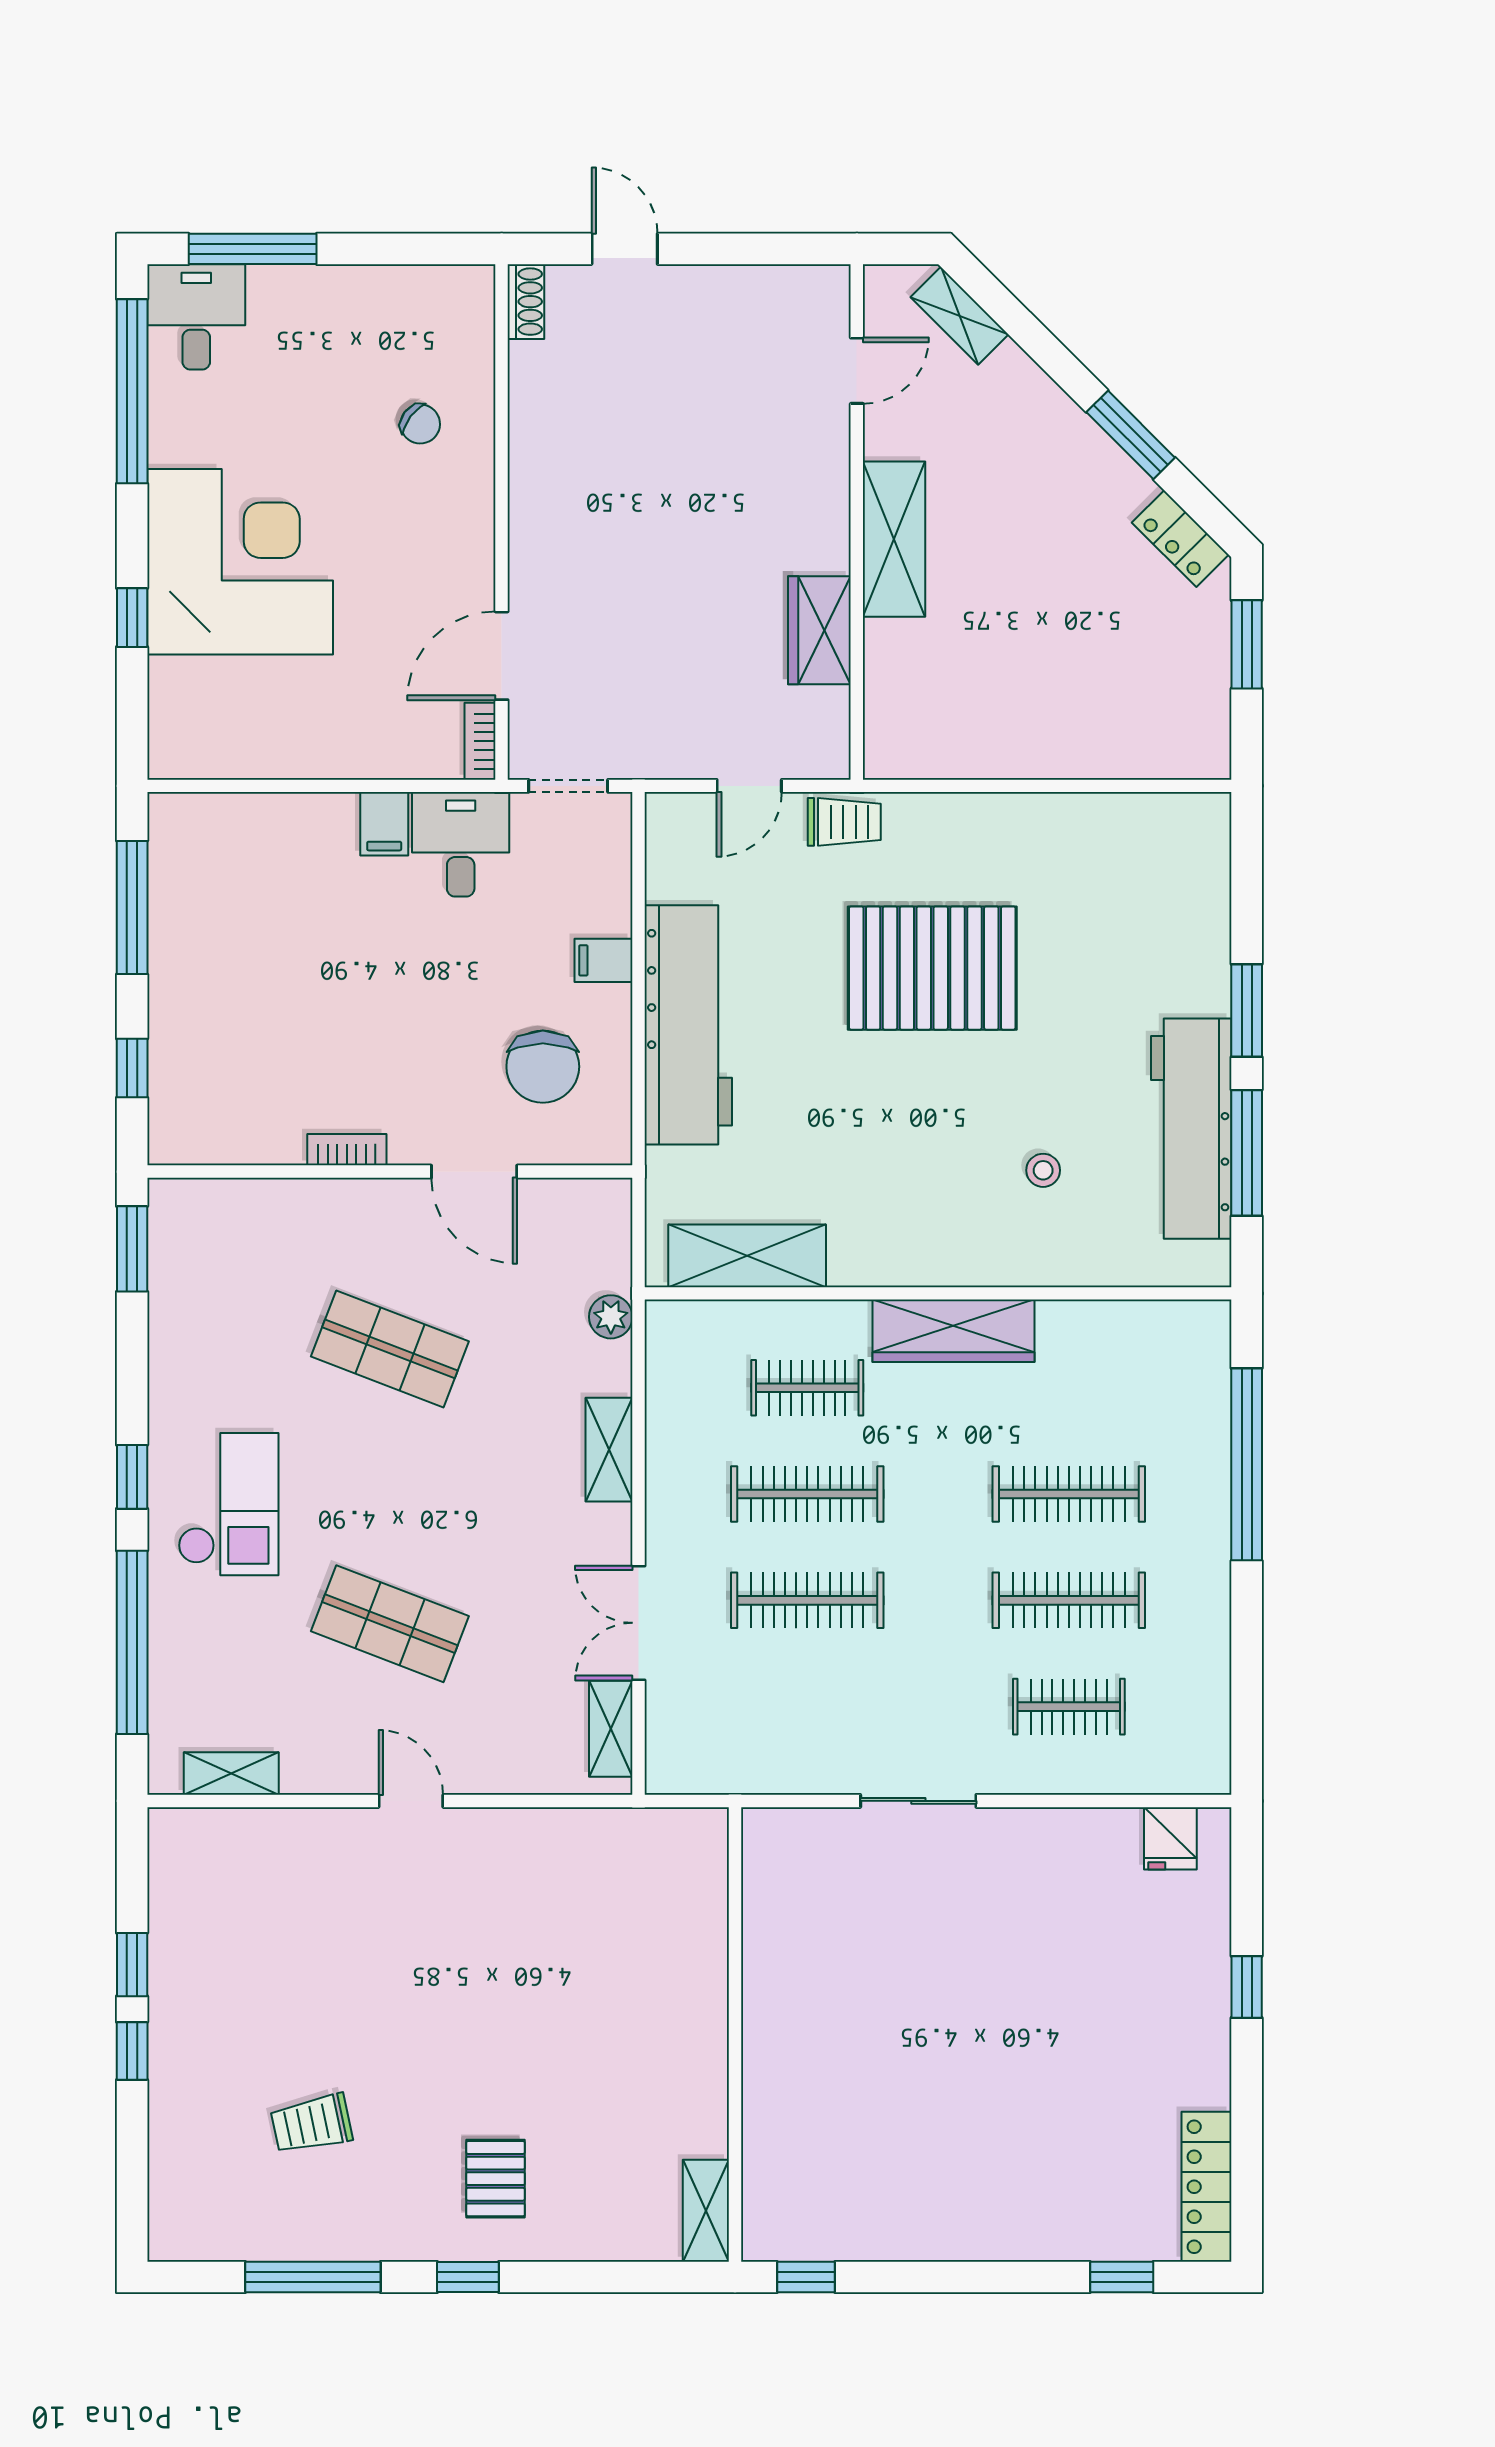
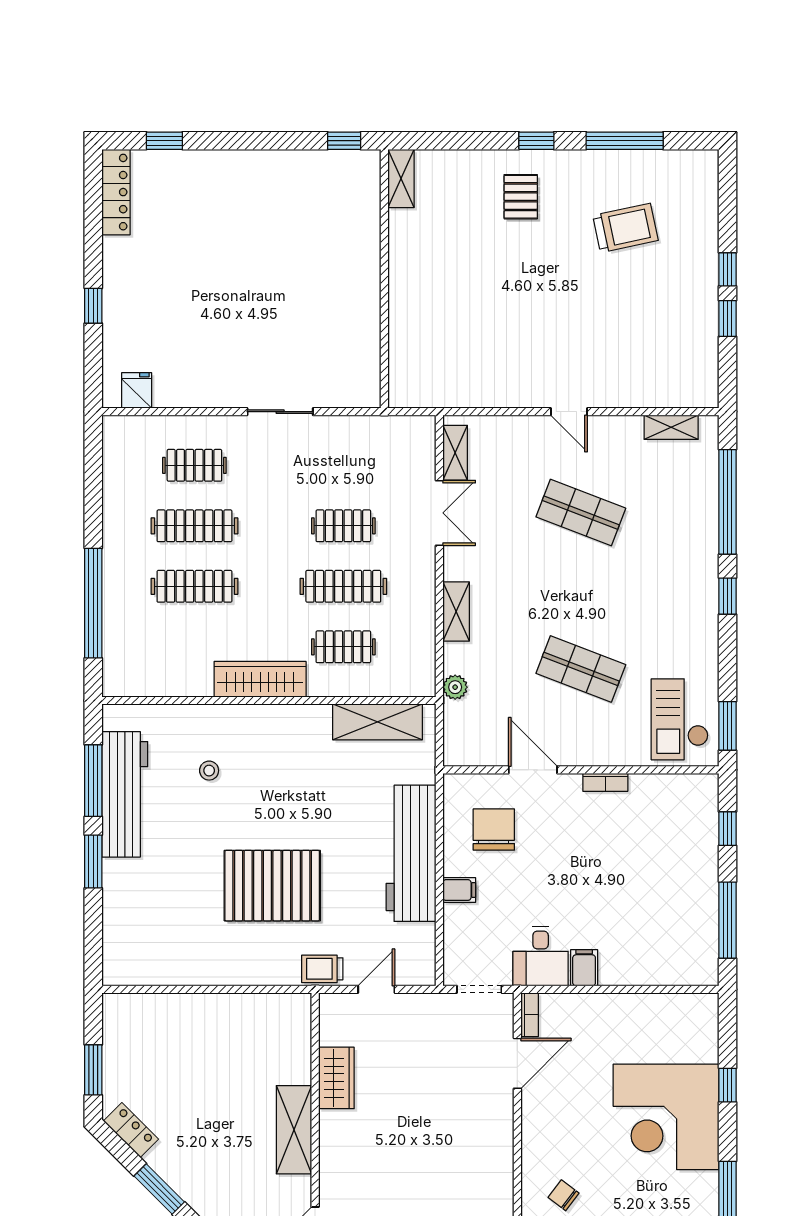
checkout: (228, 1504) -> (680, 719), moved
clothes rail: (807, 1600) -> (343, 526), width x0.73
trolley: (312, 2124) -> (625, 228), width x1.36, depth x1.39

